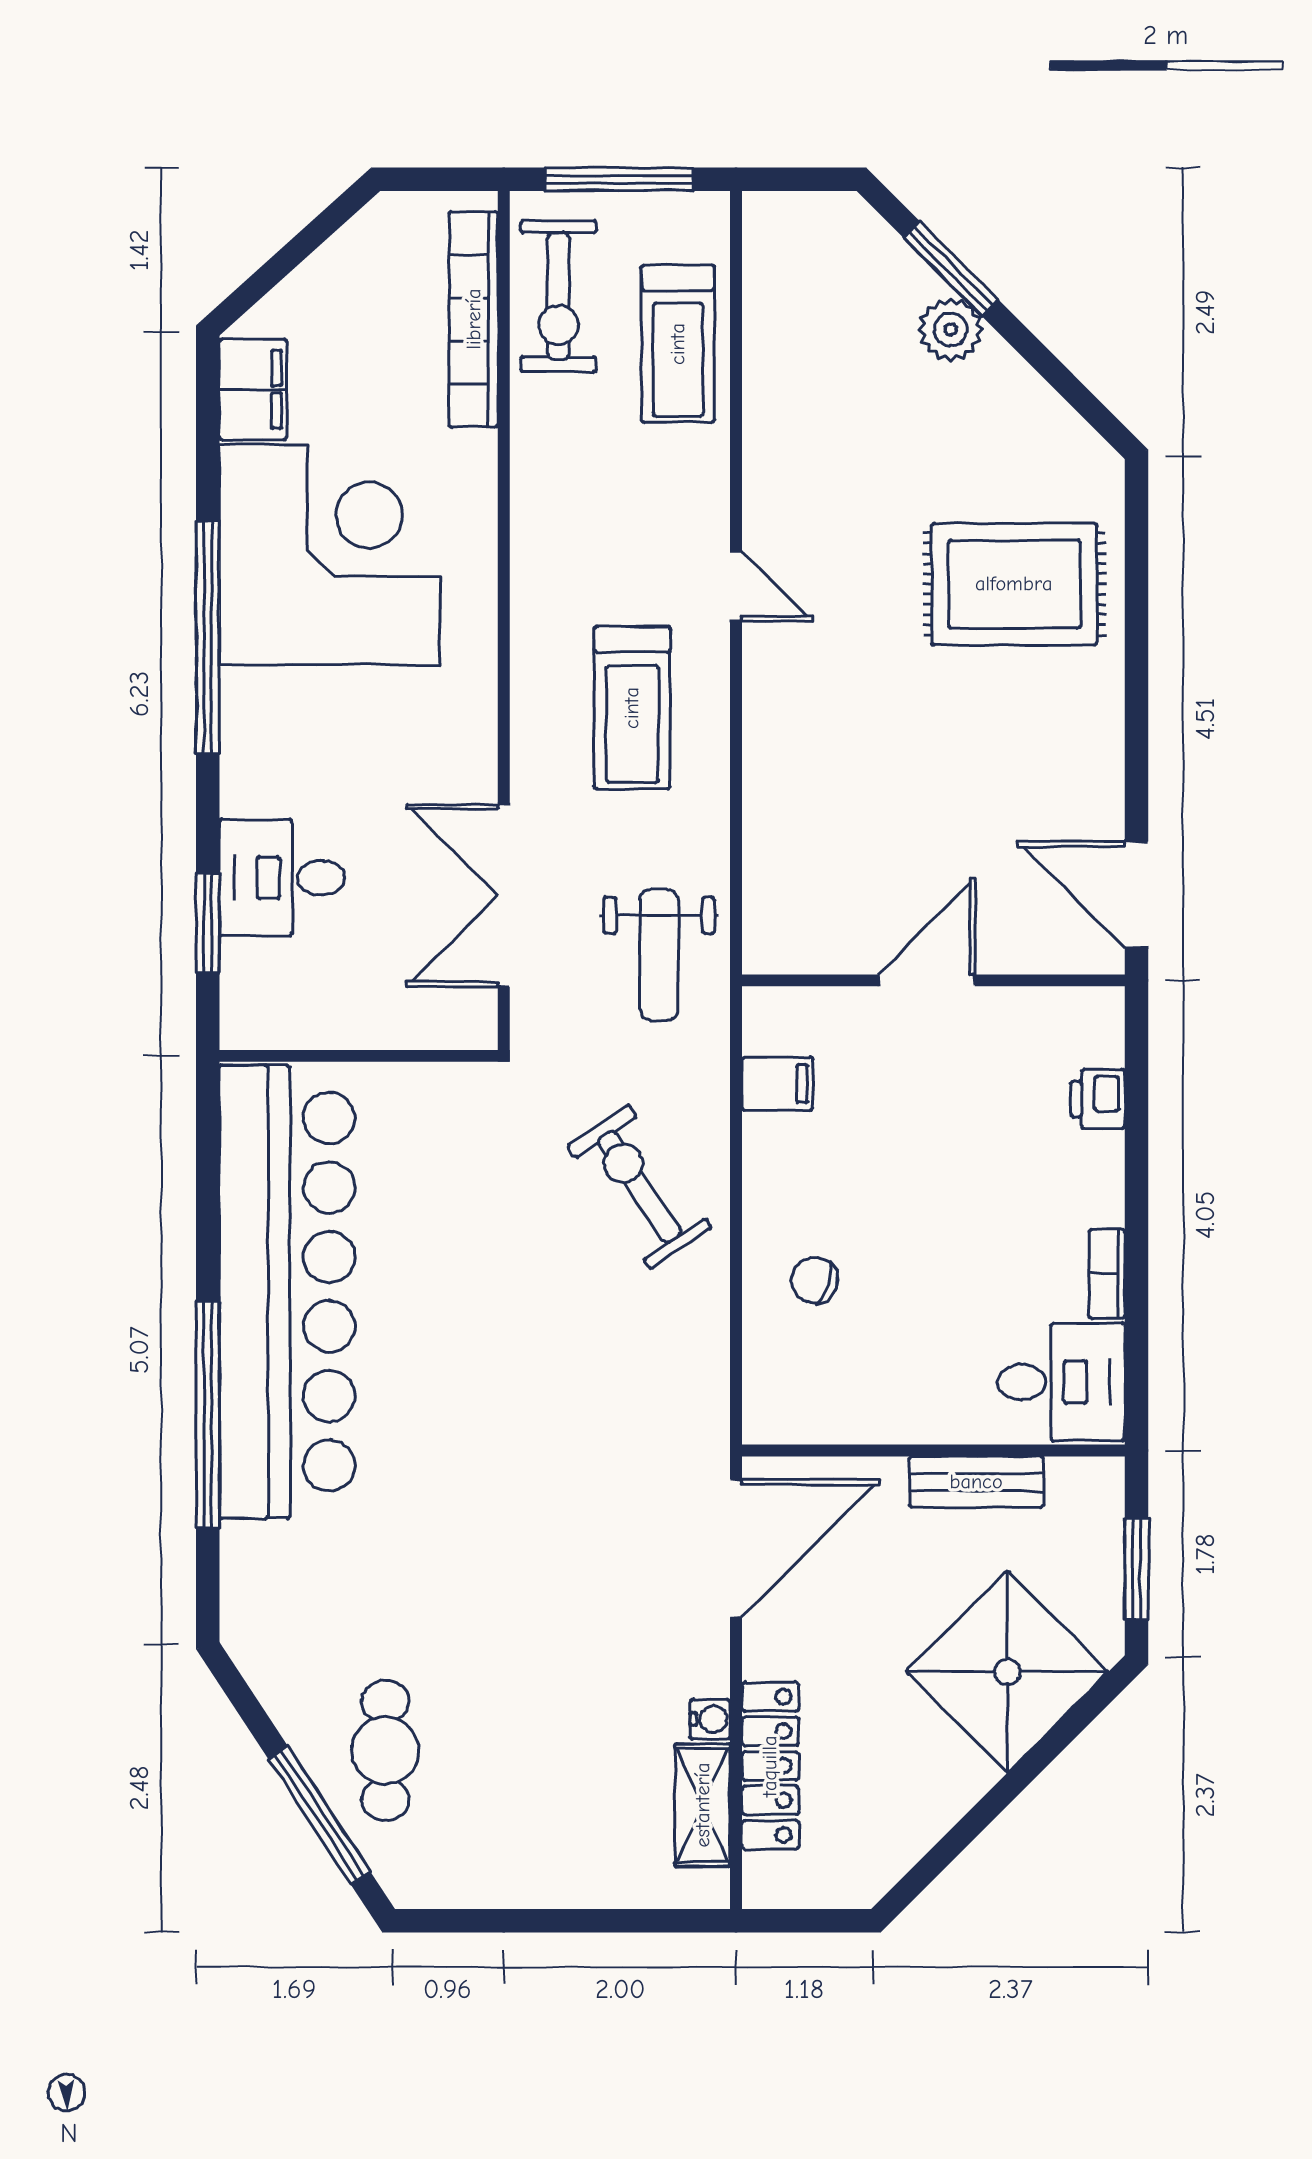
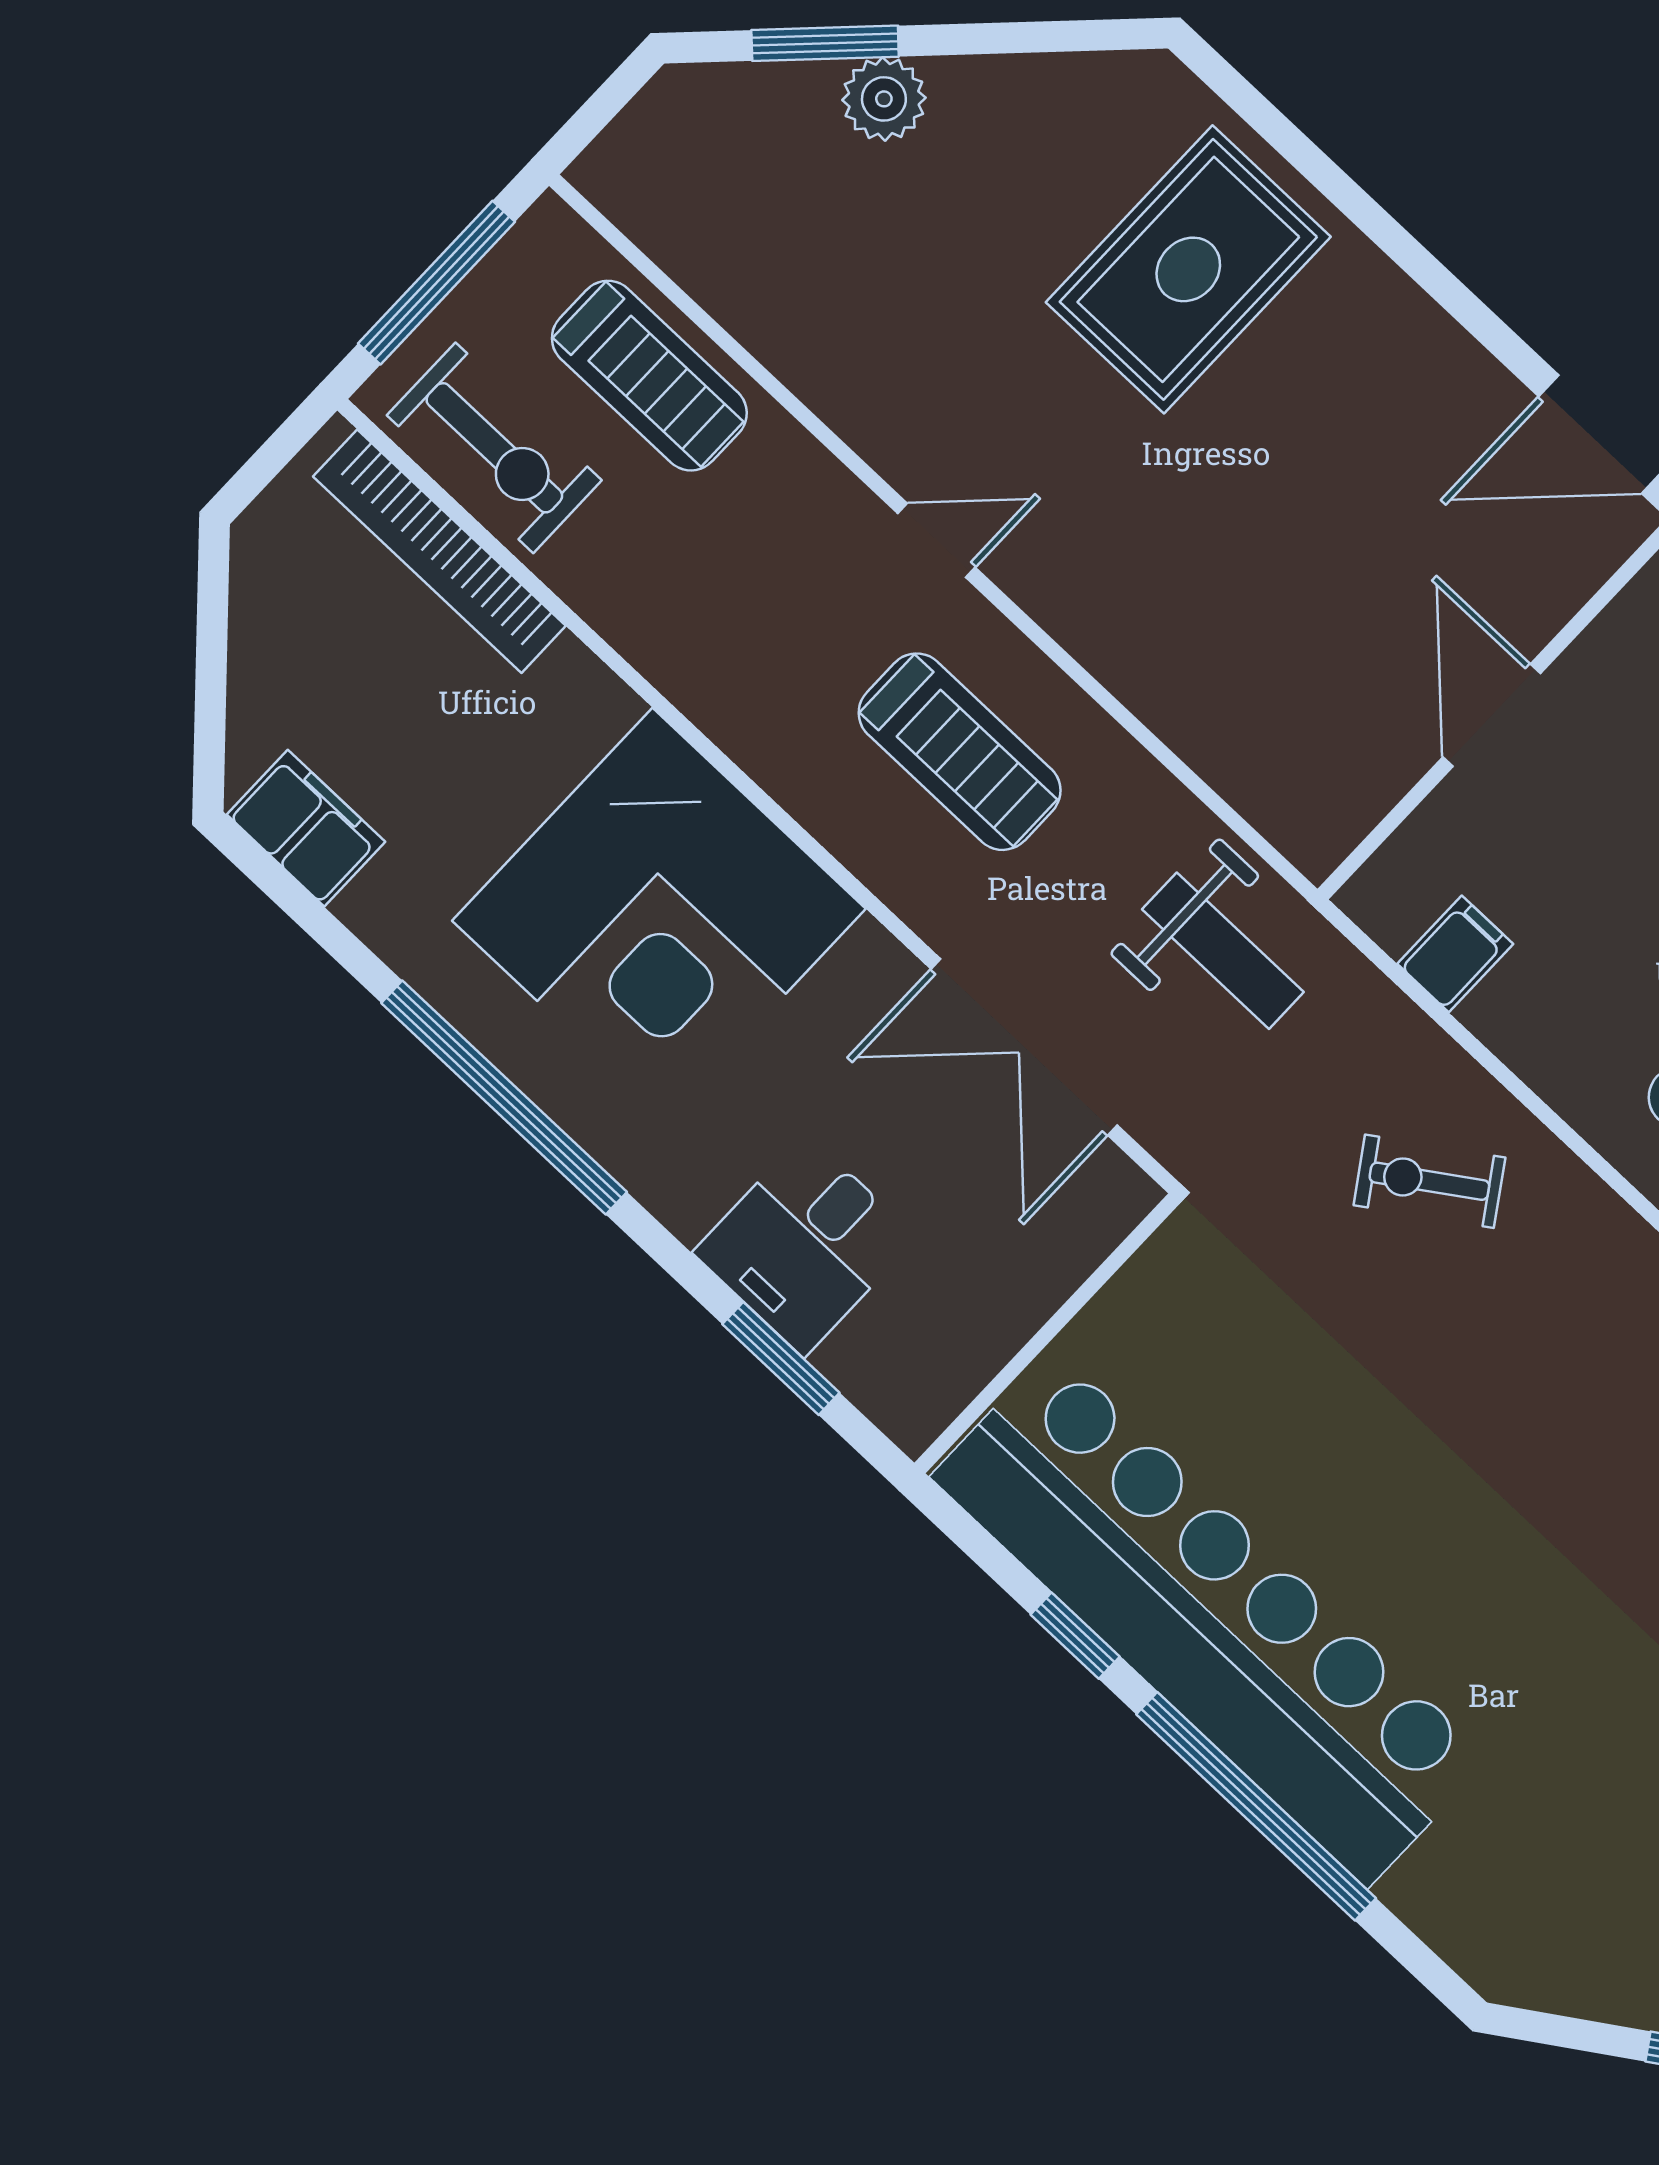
corner desk: (330, 555) -> (659, 915), moved, turned 180
exercise bike: (639, 1187) -> (1429, 1181), width x0.73, depth x0.72
window: (208, 1227) -> (1075, 1636), added

